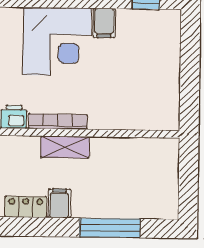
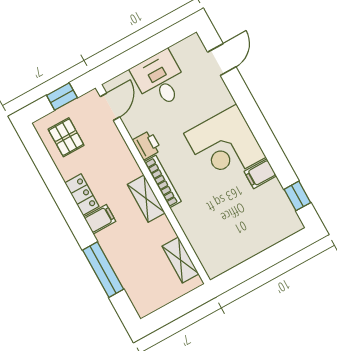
shelving: (143, 148) -> (180, 260), added

